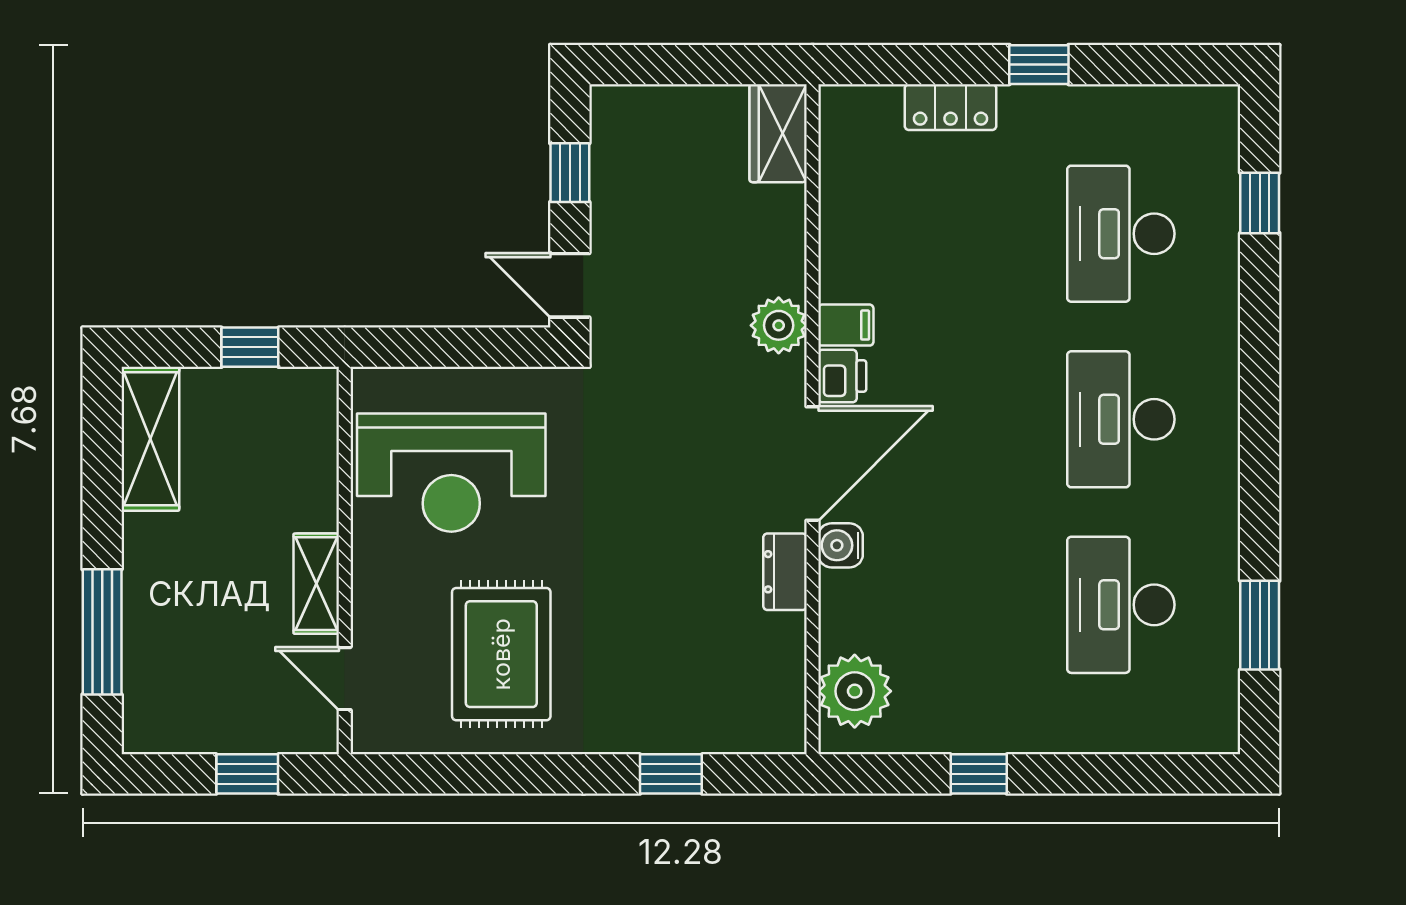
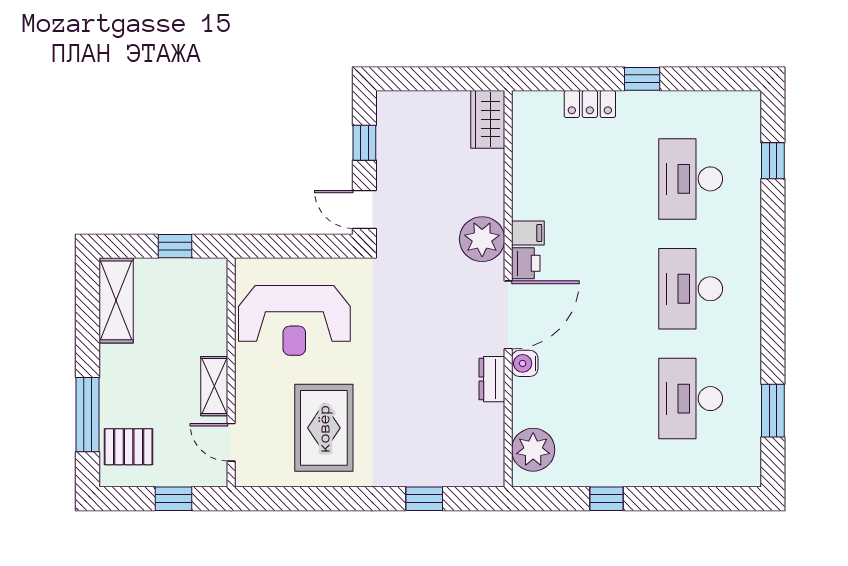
plant: (779, 325) -> (482, 239), width x1.36, depth x1.36
pallet: (171, 686) -> (129, 447), added

